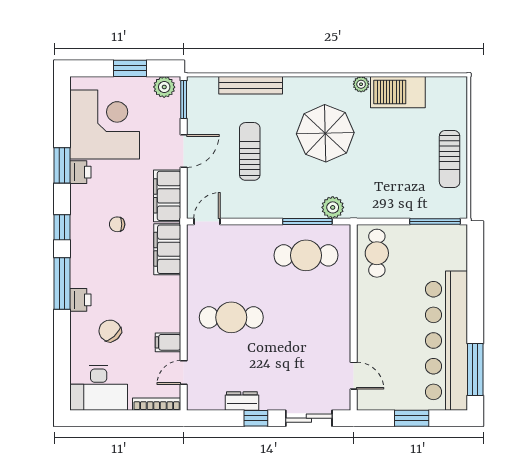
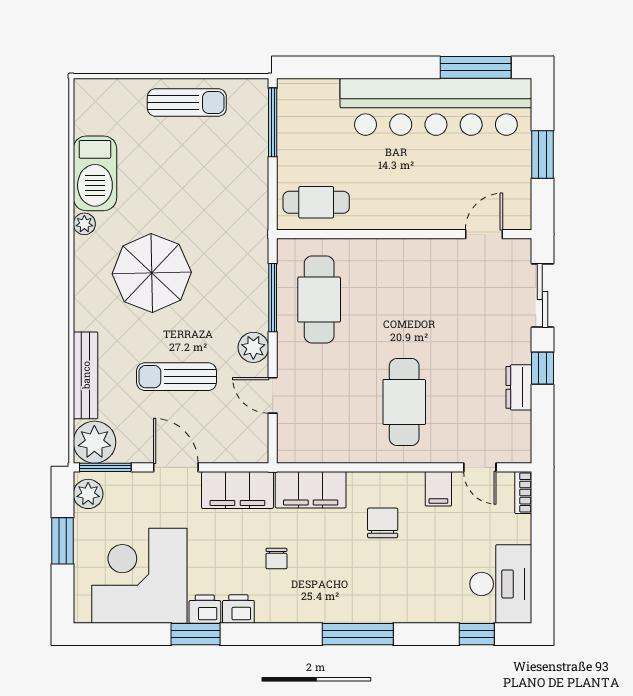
plant: (202, 92) -> (94, 442), added
plant: (333, 207) -> (253, 347), moved
door: (207, 222) -> (273, 395), moved
window: (62, 227) -> (477, 634), moved
printer: (80, 300) -> (238, 609), moved
chair: (110, 331) -> (383, 523), moved, turned 133
bookcase: (157, 404) -> (523, 493), width x0.64

